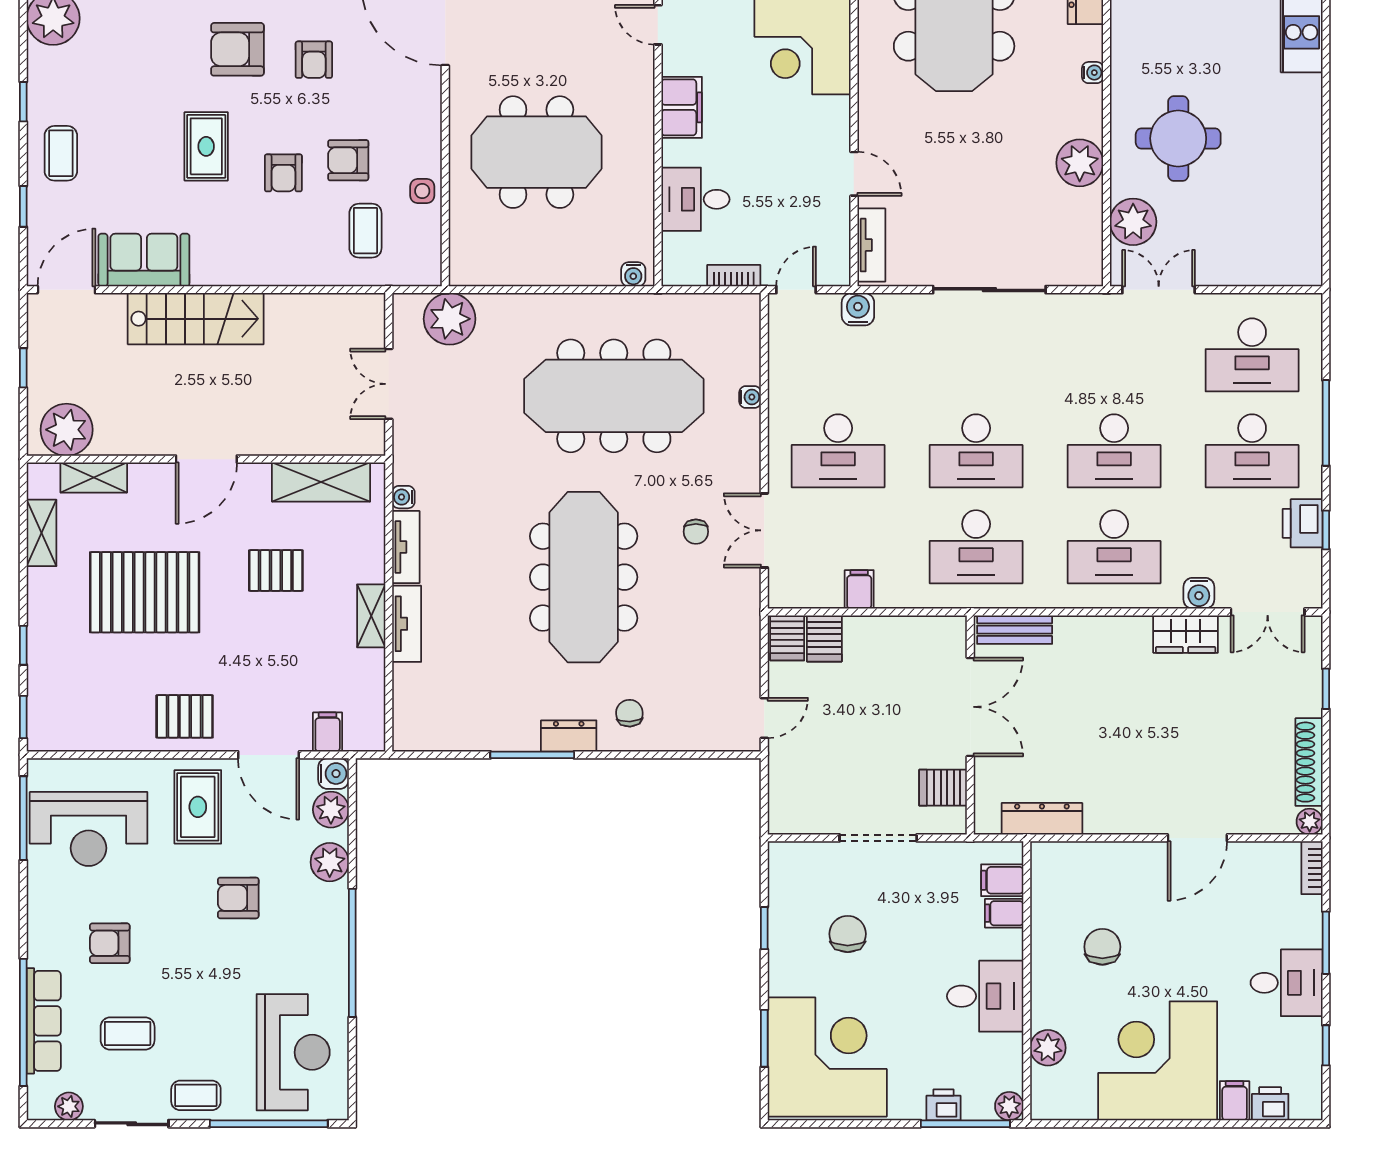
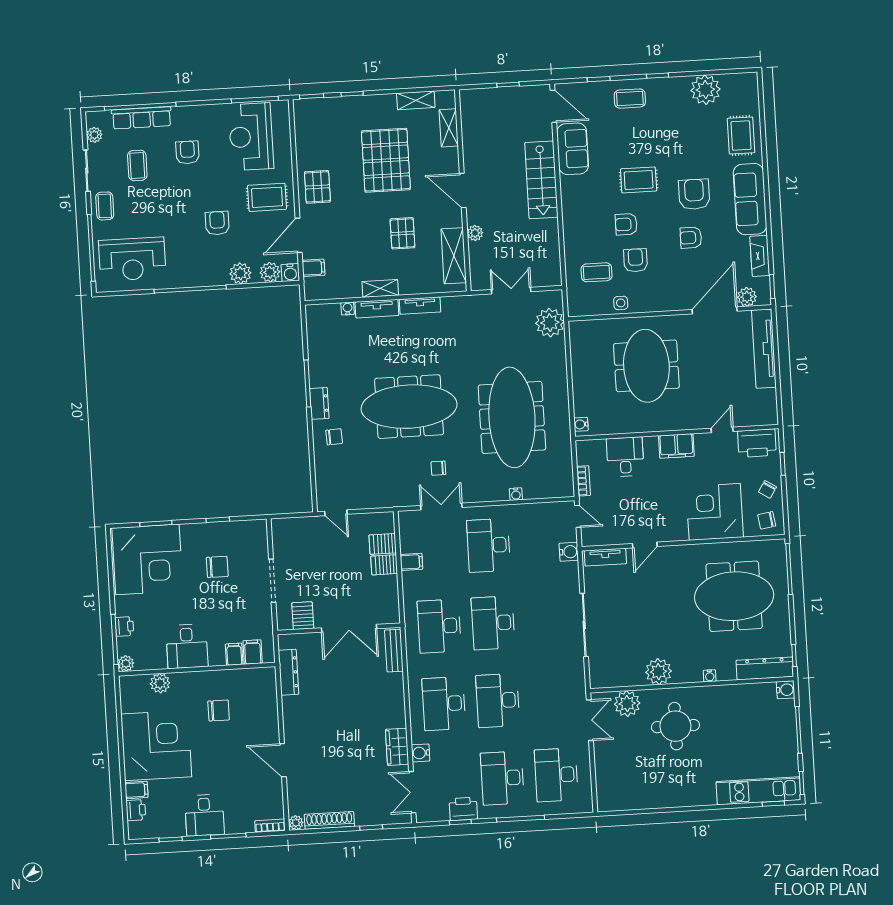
plant: (67, 430) -> (475, 233), moved, width x0.53, depth x0.53
water cooler: (403, 497) -> (348, 309), moved
server rack: (787, 638) -> (384, 565), moved

